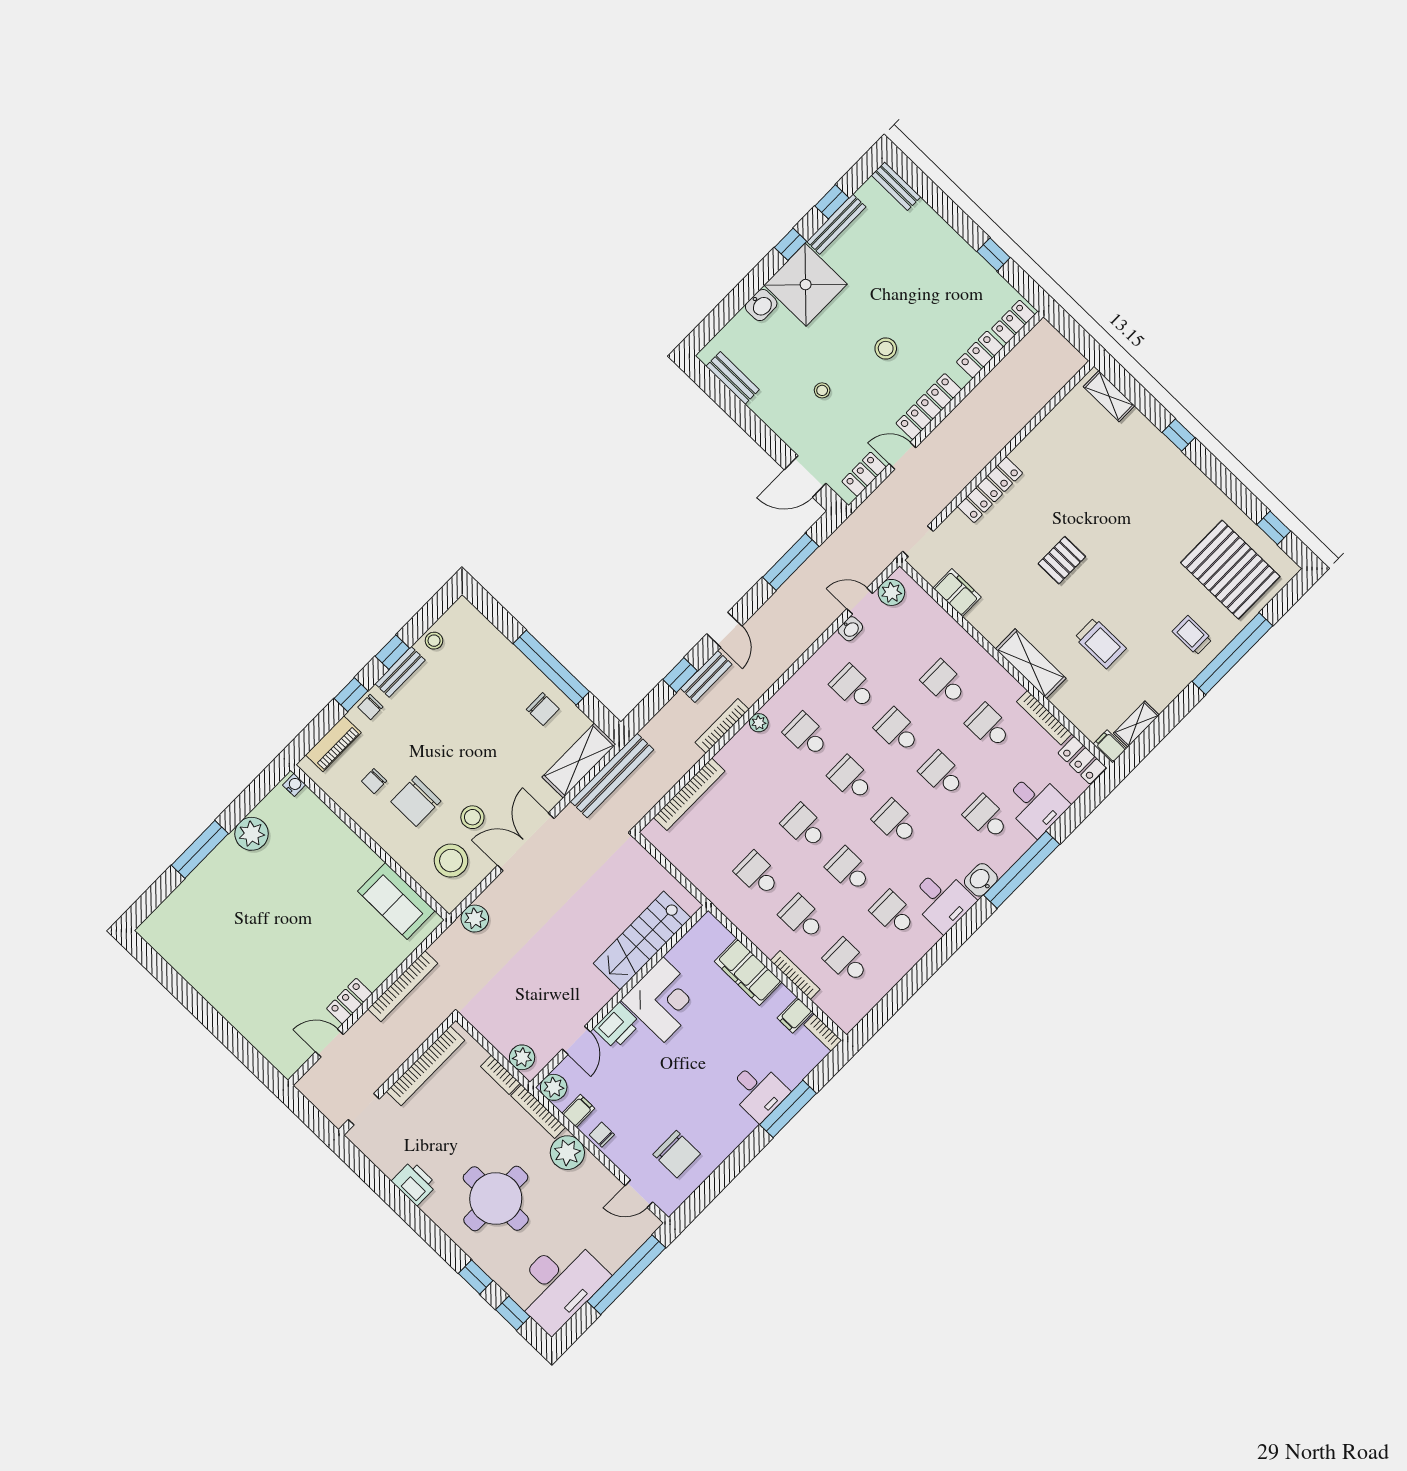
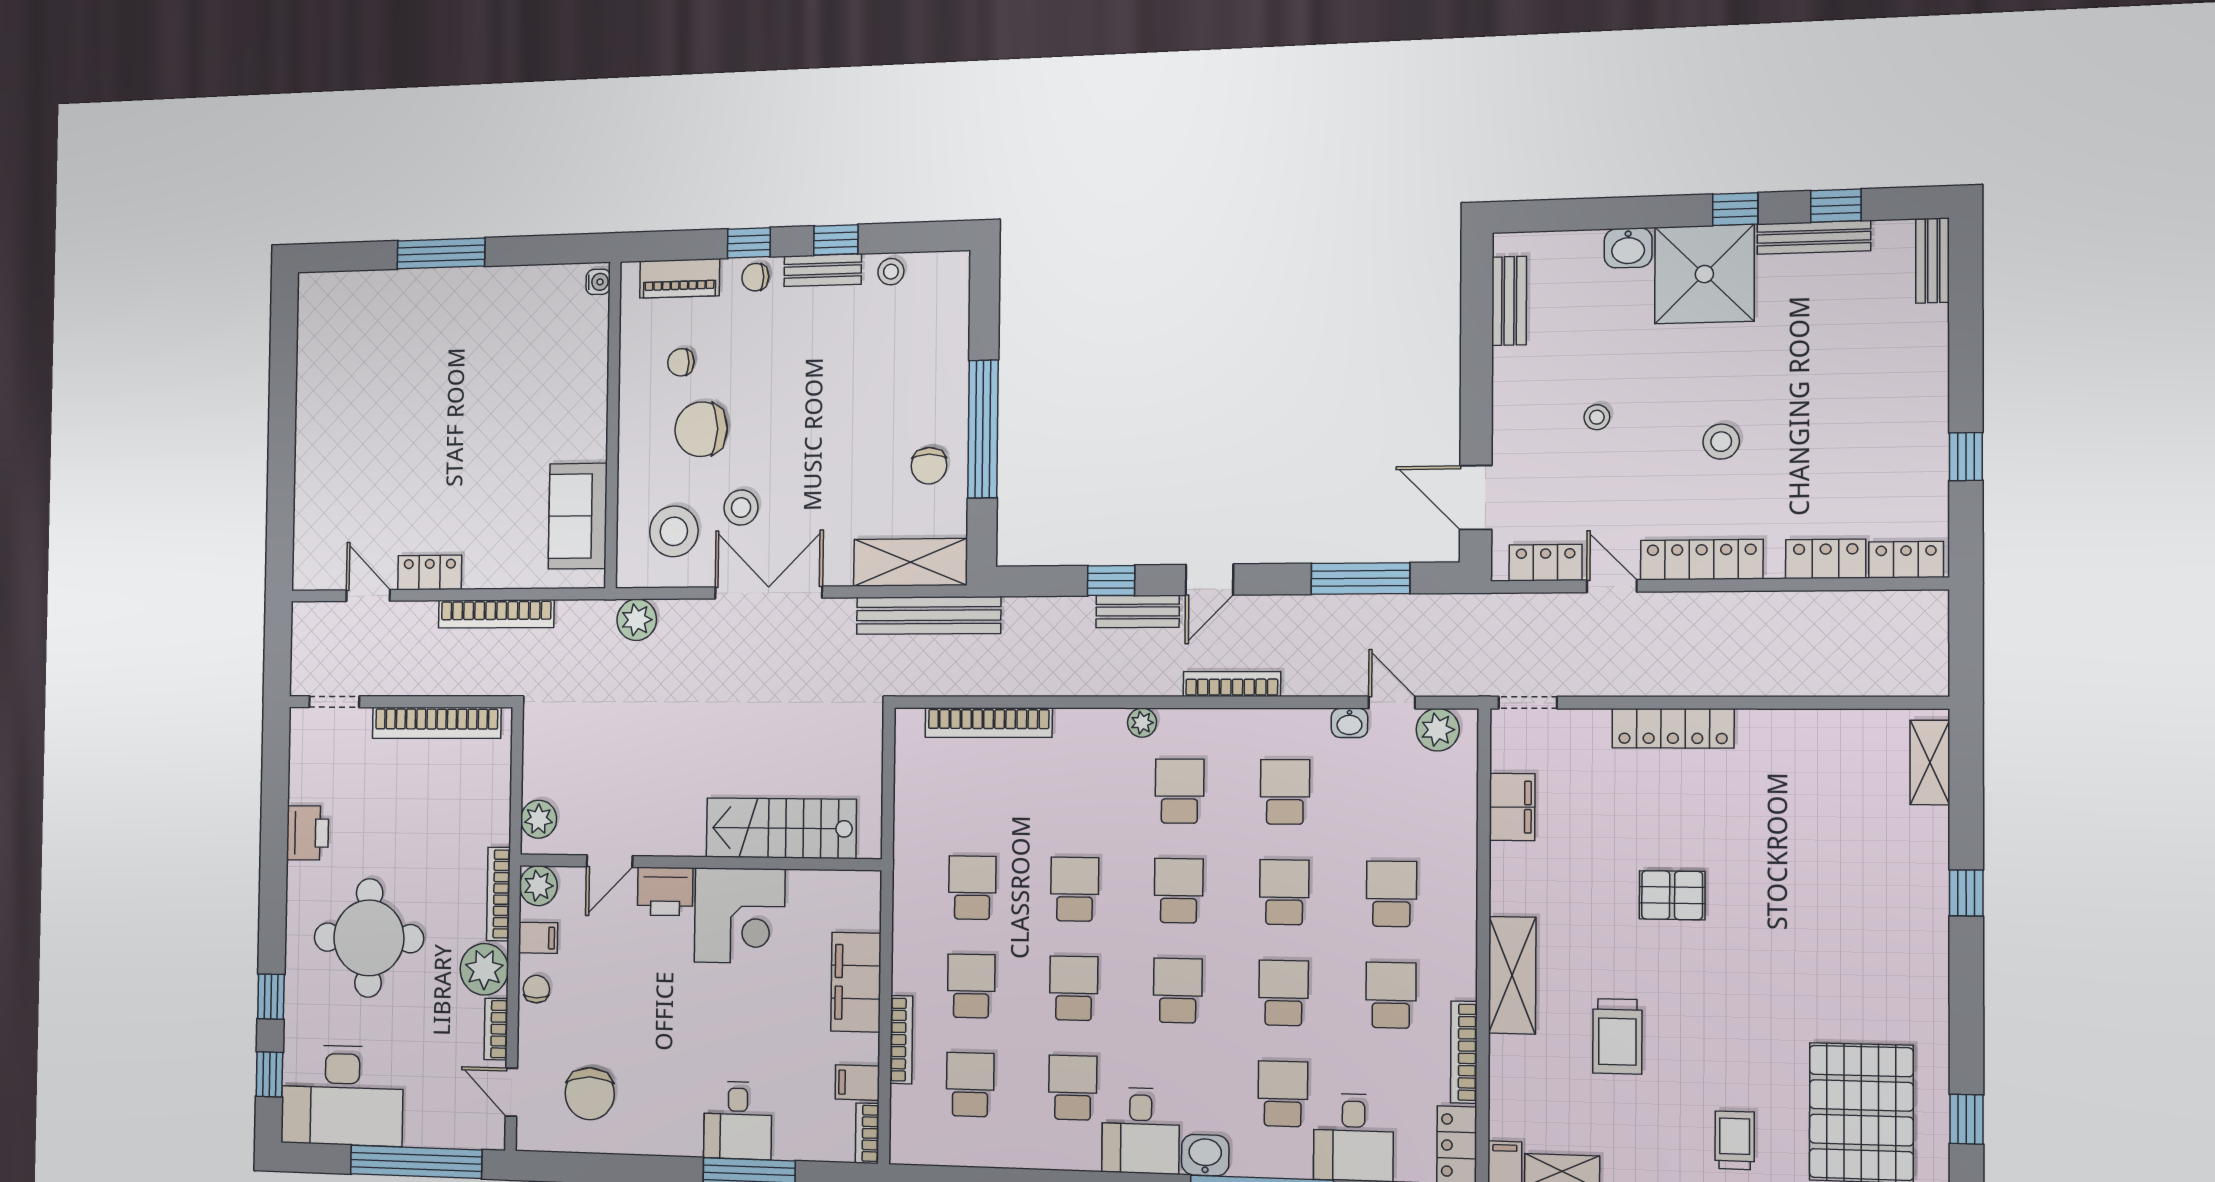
bookcase: (722, 726) -> (1232, 684), moved
plant: (252, 834) -> (506, 290), removed
bookcase: (500, 1075) -> (496, 1029), moved

